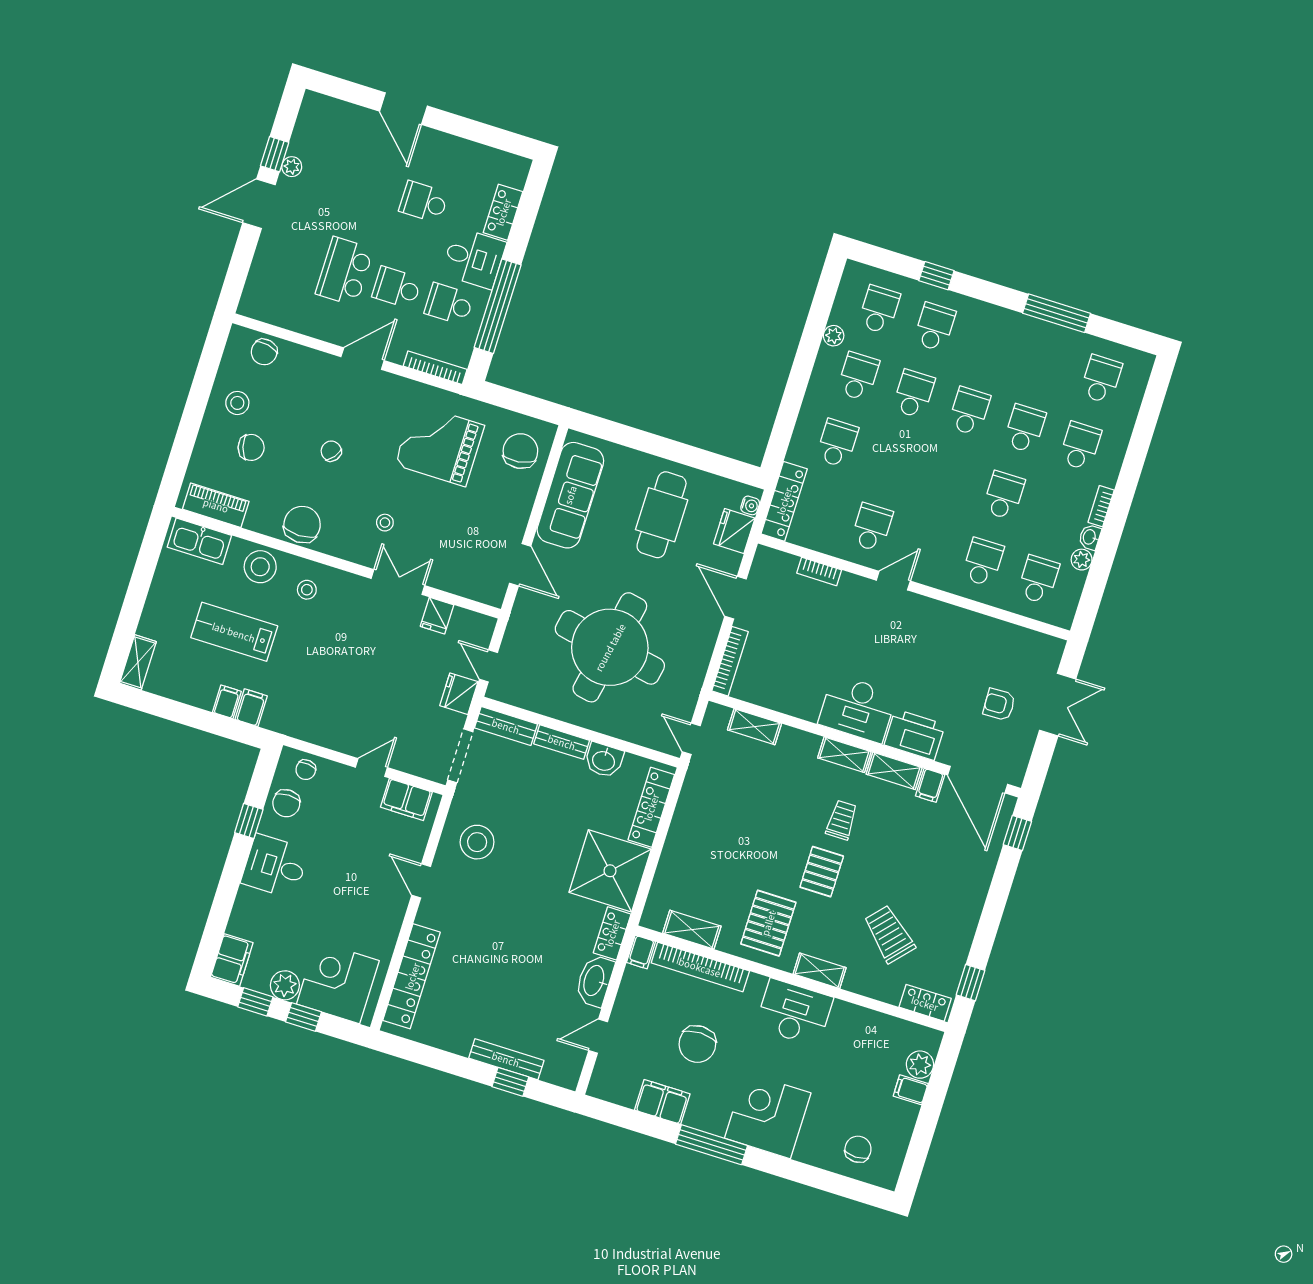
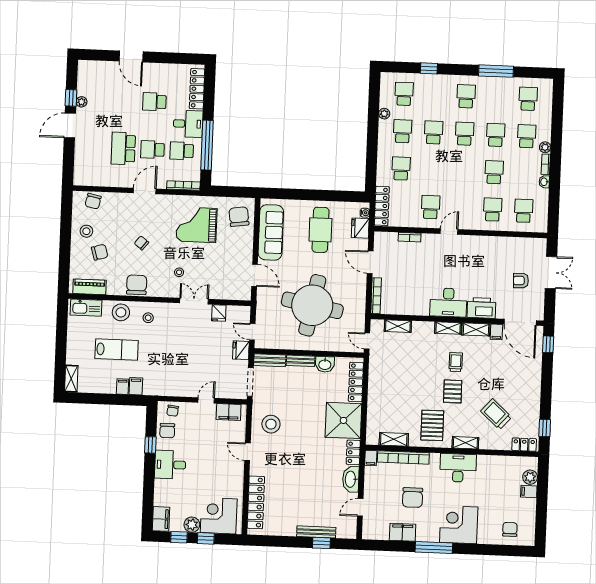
locker: (503, 212) -> (197, 89), width x1.53
school desk: (935, 327) -> (466, 96), moved
plant: (1082, 560) -> (545, 147), moved
lab bench: (234, 632) -> (117, 350), turned 180

